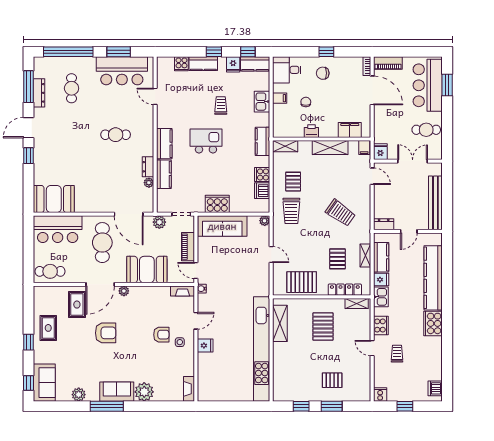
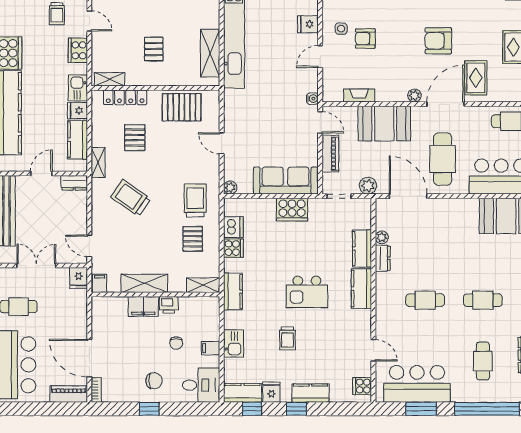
cooker: (181, 64) -> (362, 386), moved, turned -90
filing cabinet: (350, 130) -> (143, 306), moved
cafe table: (72, 135) -> (483, 300), added
double door: (413, 161) -> (36, 265), swing flipped
shelving: (365, 255) -> (98, 163), moved
fireplace: (182, 291) -> (359, 96), moved
pallet: (323, 327) -> (154, 49), width x0.67, depth x0.71

